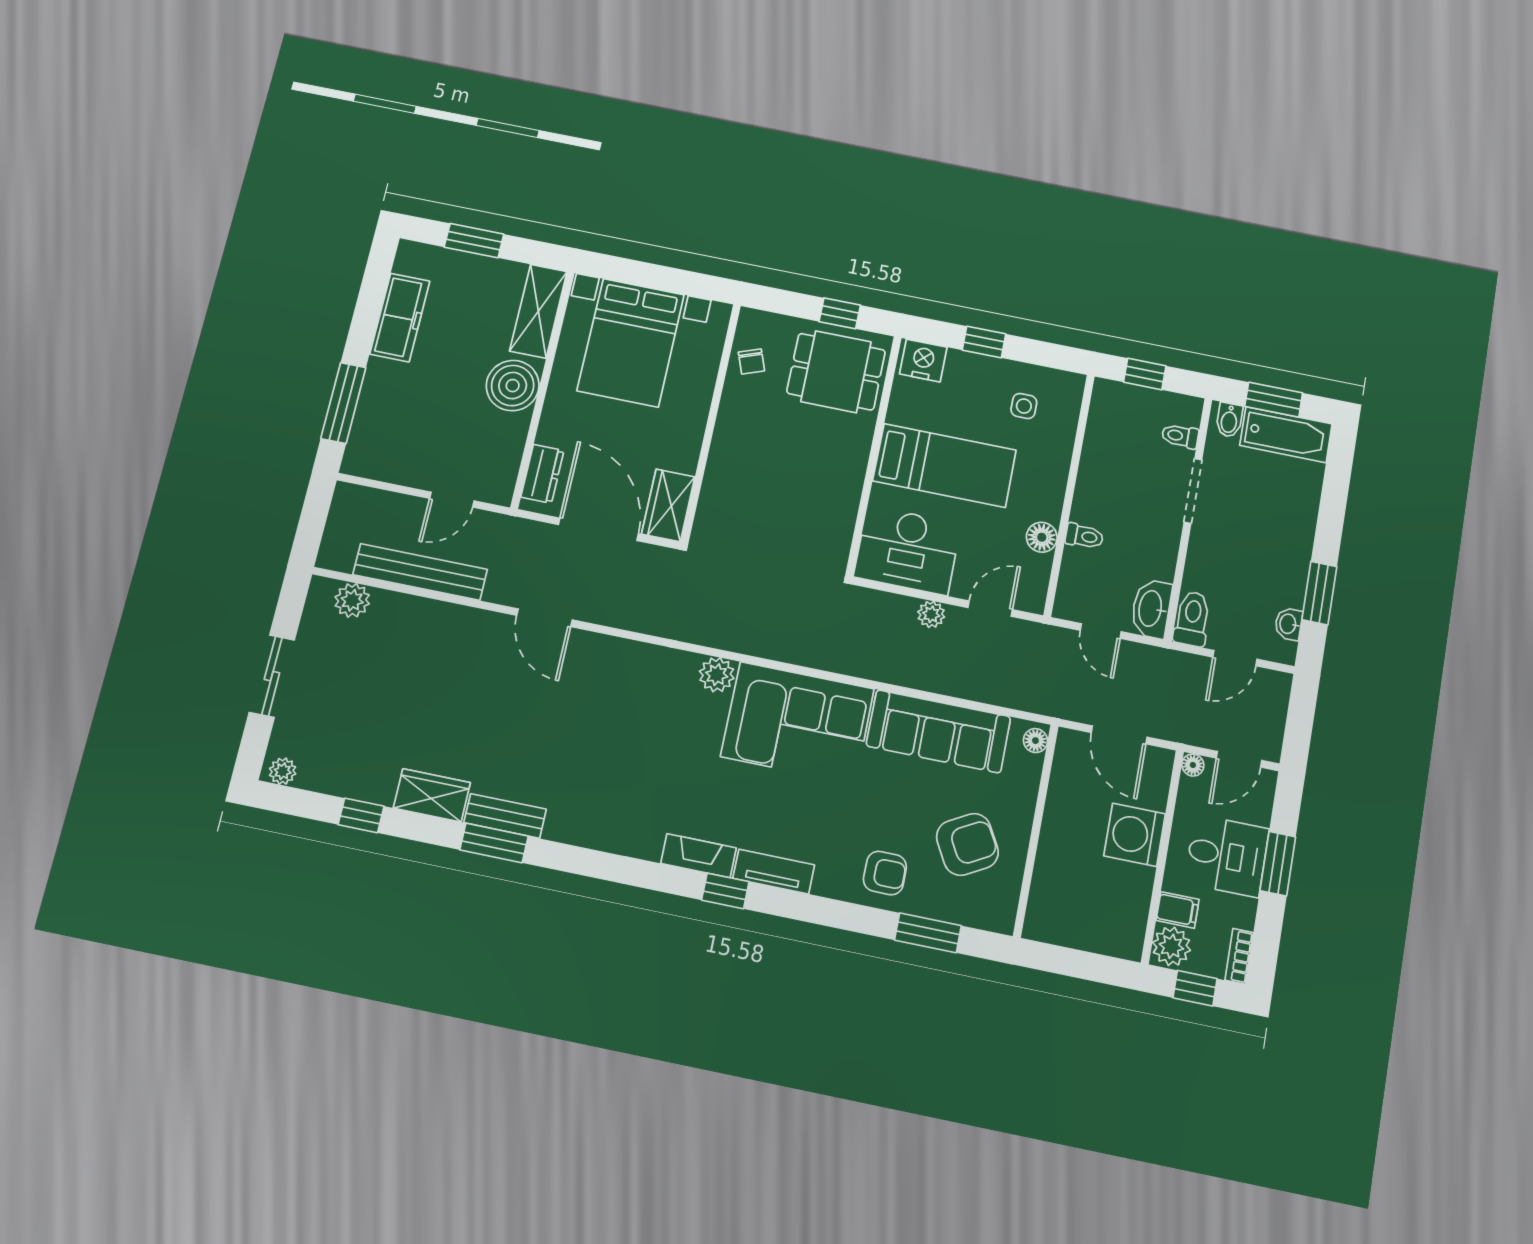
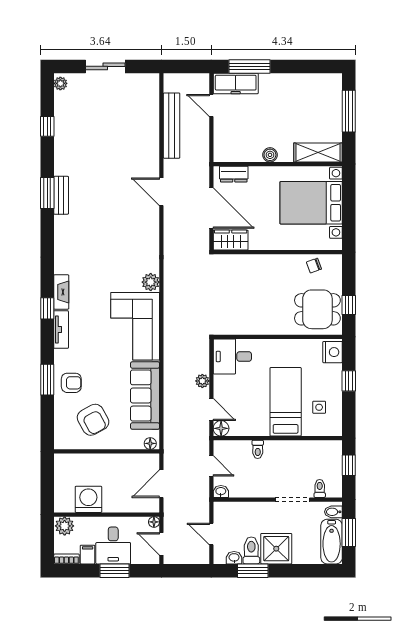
window: (474, 241) -> (349, 111), width x1.44
freezer: (400, 317) -> (236, 83), moved
dining table: (836, 372) -> (317, 309), turned 90
boiler: (513, 386) -> (270, 155), width x0.54, depth x0.54
bed: (944, 466) -> (286, 402), moved, turned 180
door: (452, 500) -> (211, 105), moved
door: (598, 529) -> (211, 208), hinge flipped
floor lamp: (1042, 537) -> (221, 428), moved
shower: (1283, 540) -> (276, 549), added
desk: (907, 550) -> (232, 356), width x0.73
plant: (352, 600) -> (151, 96), removed
washbasin: (1151, 609) -> (221, 491), width x0.52, depth x0.69
door: (544, 618) -> (161, 192), hinge flipped
toilet: (1192, 619) -> (251, 550), moved, turned -90
door: (1101, 631) -> (211, 466), swing flipped
wardrobe: (432, 795) -> (64, 158), removed
washing machine: (1135, 835) -> (88, 499), moved
armchair: (885, 873) -> (71, 383), turned -90
filing cabinet: (1178, 910) -> (88, 555), moved, turned 180
window: (928, 933) -> (47, 380), moved
window: (1195, 988) -> (47, 540), removed

